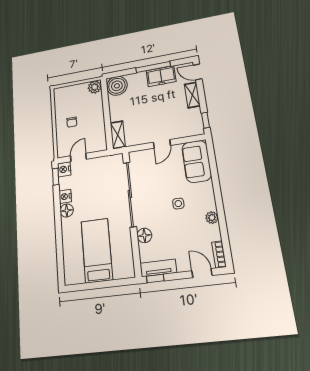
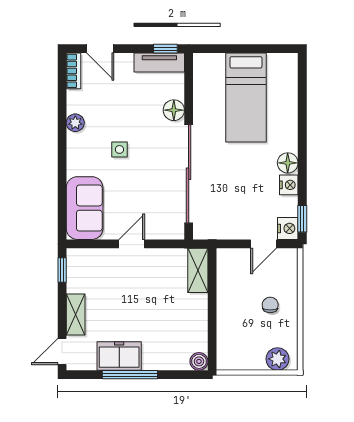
door: (198, 72) -> (62, 352), swing flipped
boiler: (117, 86) -> (199, 361), width x0.54, depth x0.54
plant: (95, 87) -> (278, 359), moved

